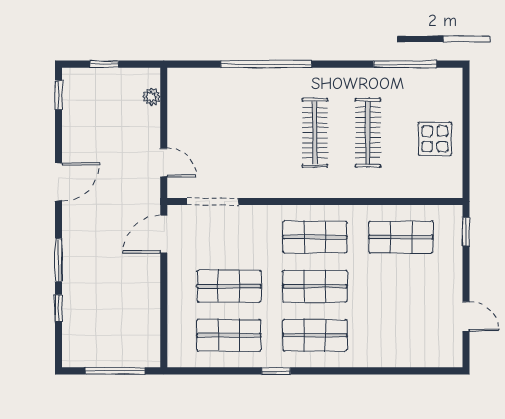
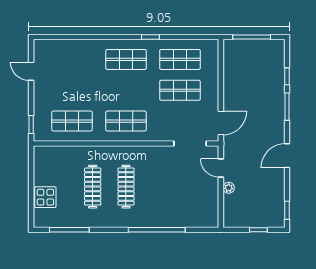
plant: (151, 97) -> (229, 188), moved
display table: (435, 139) -> (45, 197), moved
shop shelf: (315, 286) -> (126, 90), removed

